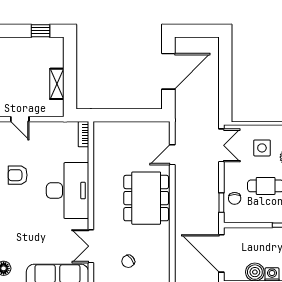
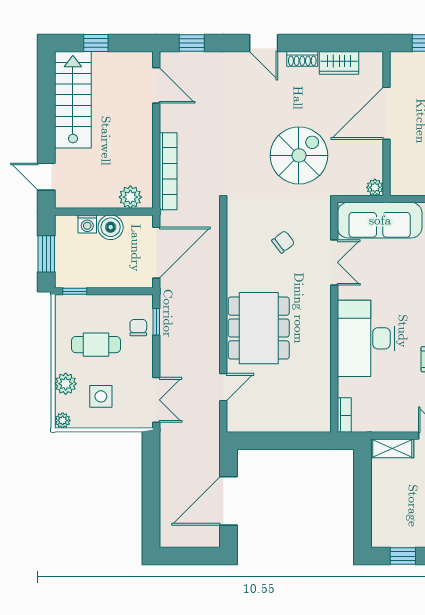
shelving: (57, 84) -> (392, 448), moved, turned 90
double door: (221, 145) -> (156, 400), swing flipped
door: (221, 253) -> (156, 253), hinge flipped

